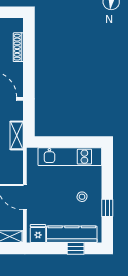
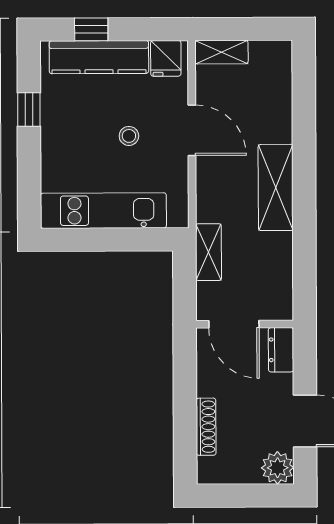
stool: (82, 197) -> (129, 136), moved

